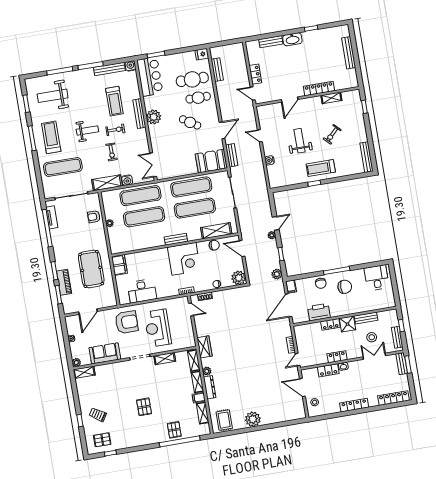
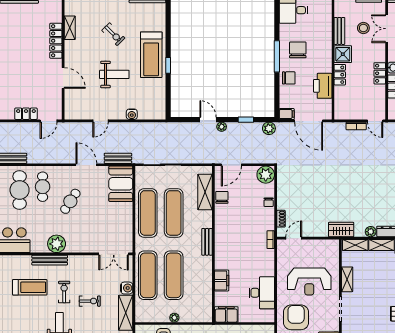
weight bench: (299, 141) -> (114, 74), turned 180
treadmill: (321, 168) -> (151, 55), width x1.37, depth x1.38
filing cabinet: (146, 256) -> (222, 281), added
corner desk: (184, 259) -> (232, 236), removed

